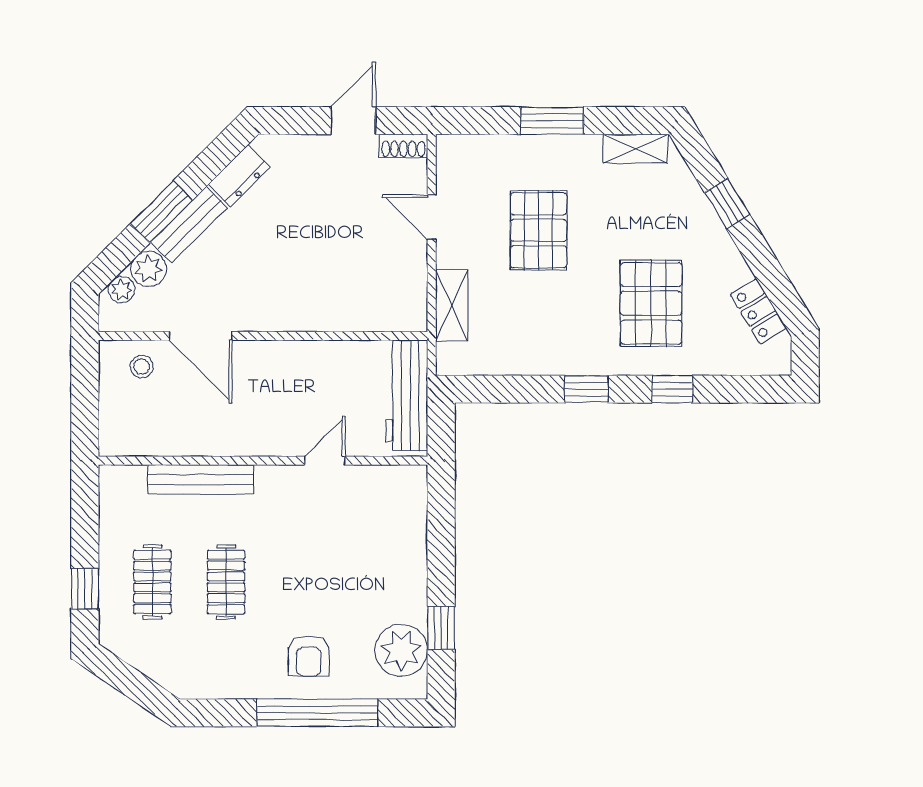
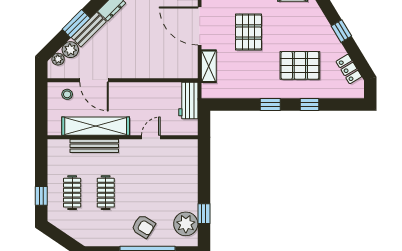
window: (727, 204) -> (341, 31), moved
door: (432, 217) -> (200, 26), width x1.87
pallet: (651, 303) -> (300, 65), turned 90
workbench: (407, 395) -> (188, 100), width x0.73
shelving: (204, 436) -> (96, 126), added
armchair: (309, 656) -> (143, 226), turned -58

